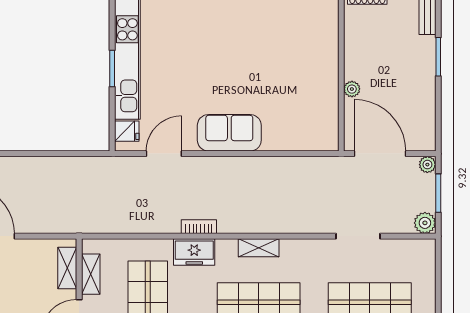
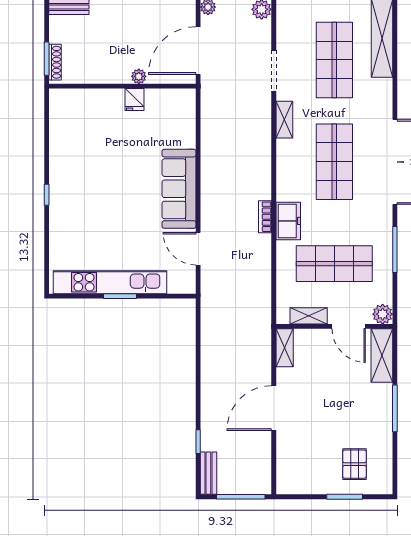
fridge: (127, 131) -> (135, 99), moved, turned 180
sofa: (229, 133) -> (179, 189), width x1.36
shelving: (259, 248) -> (284, 120), moved
shelving: (67, 268) -> (285, 348), moved, turned 90

